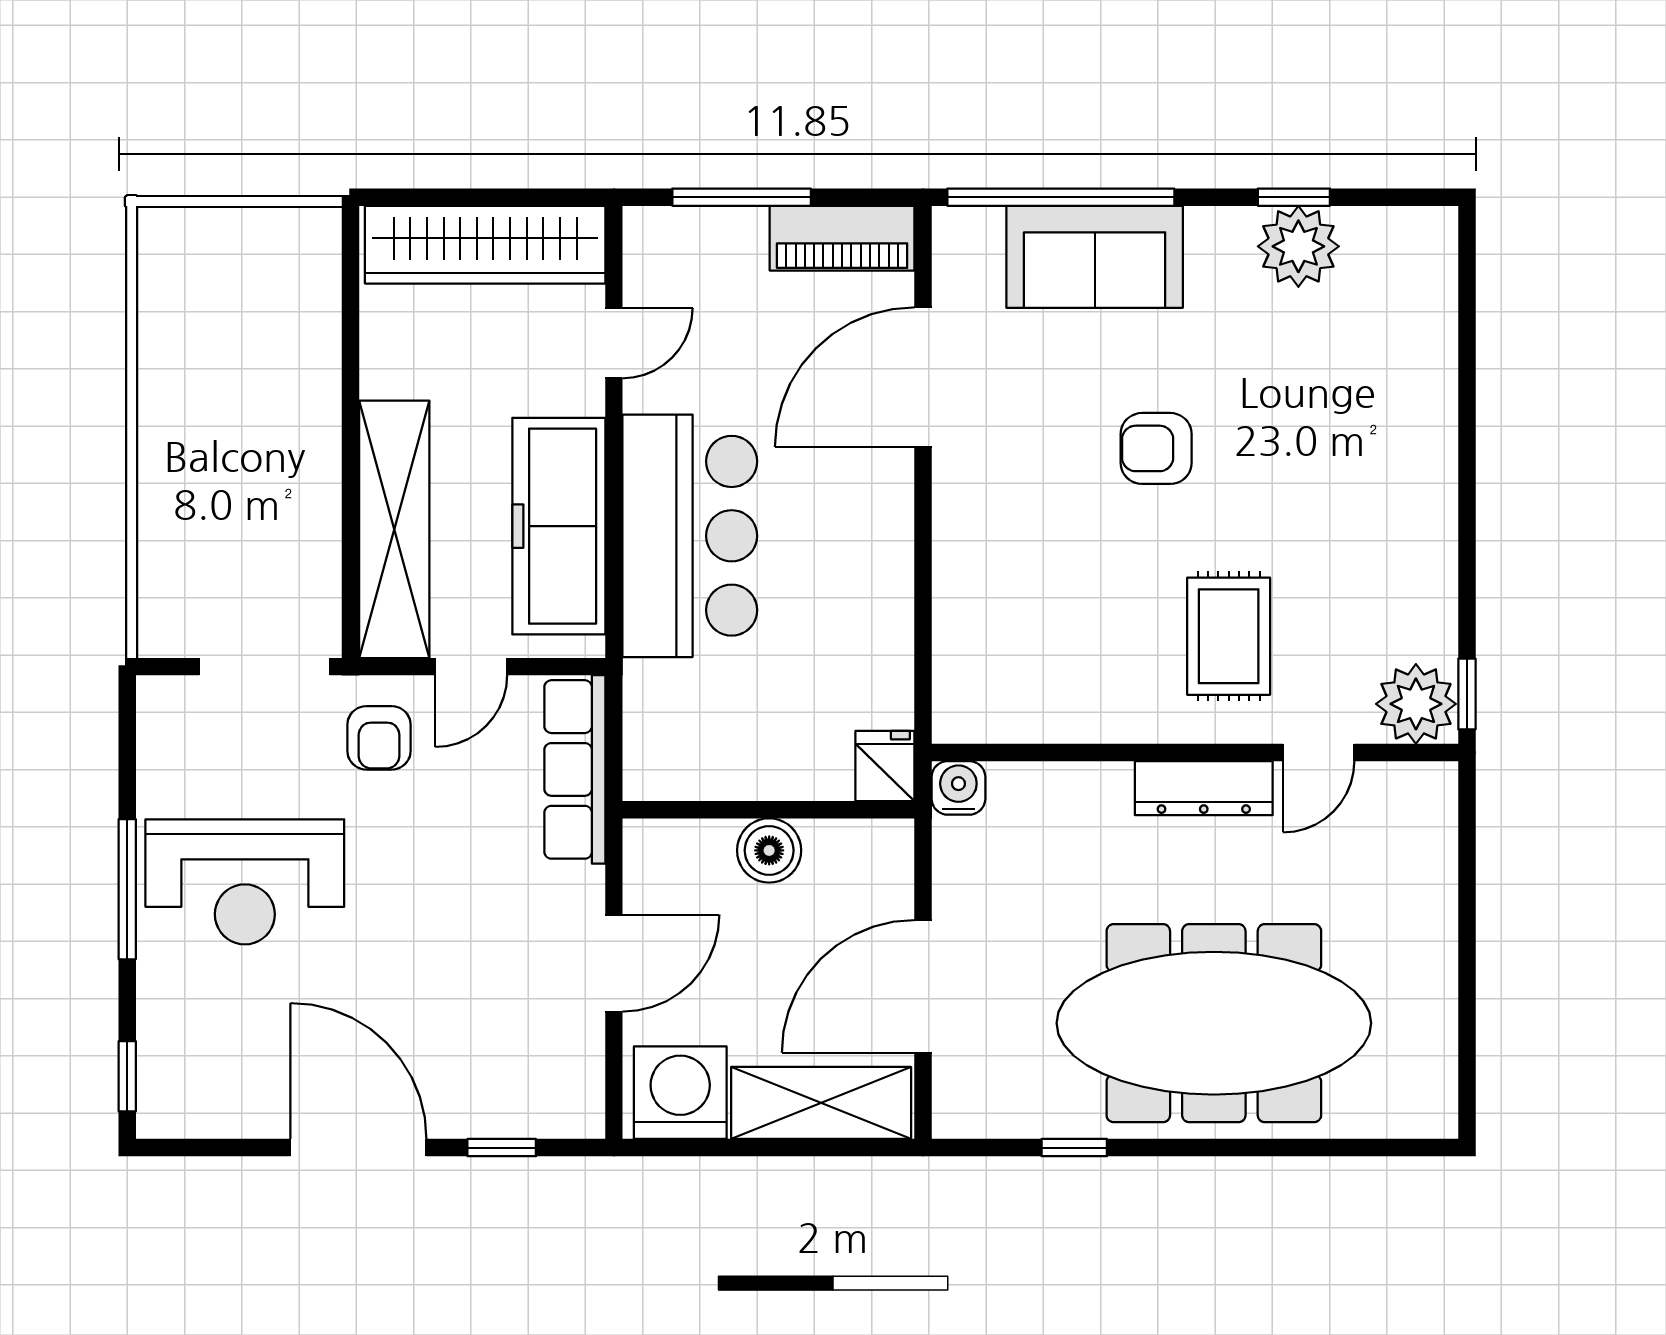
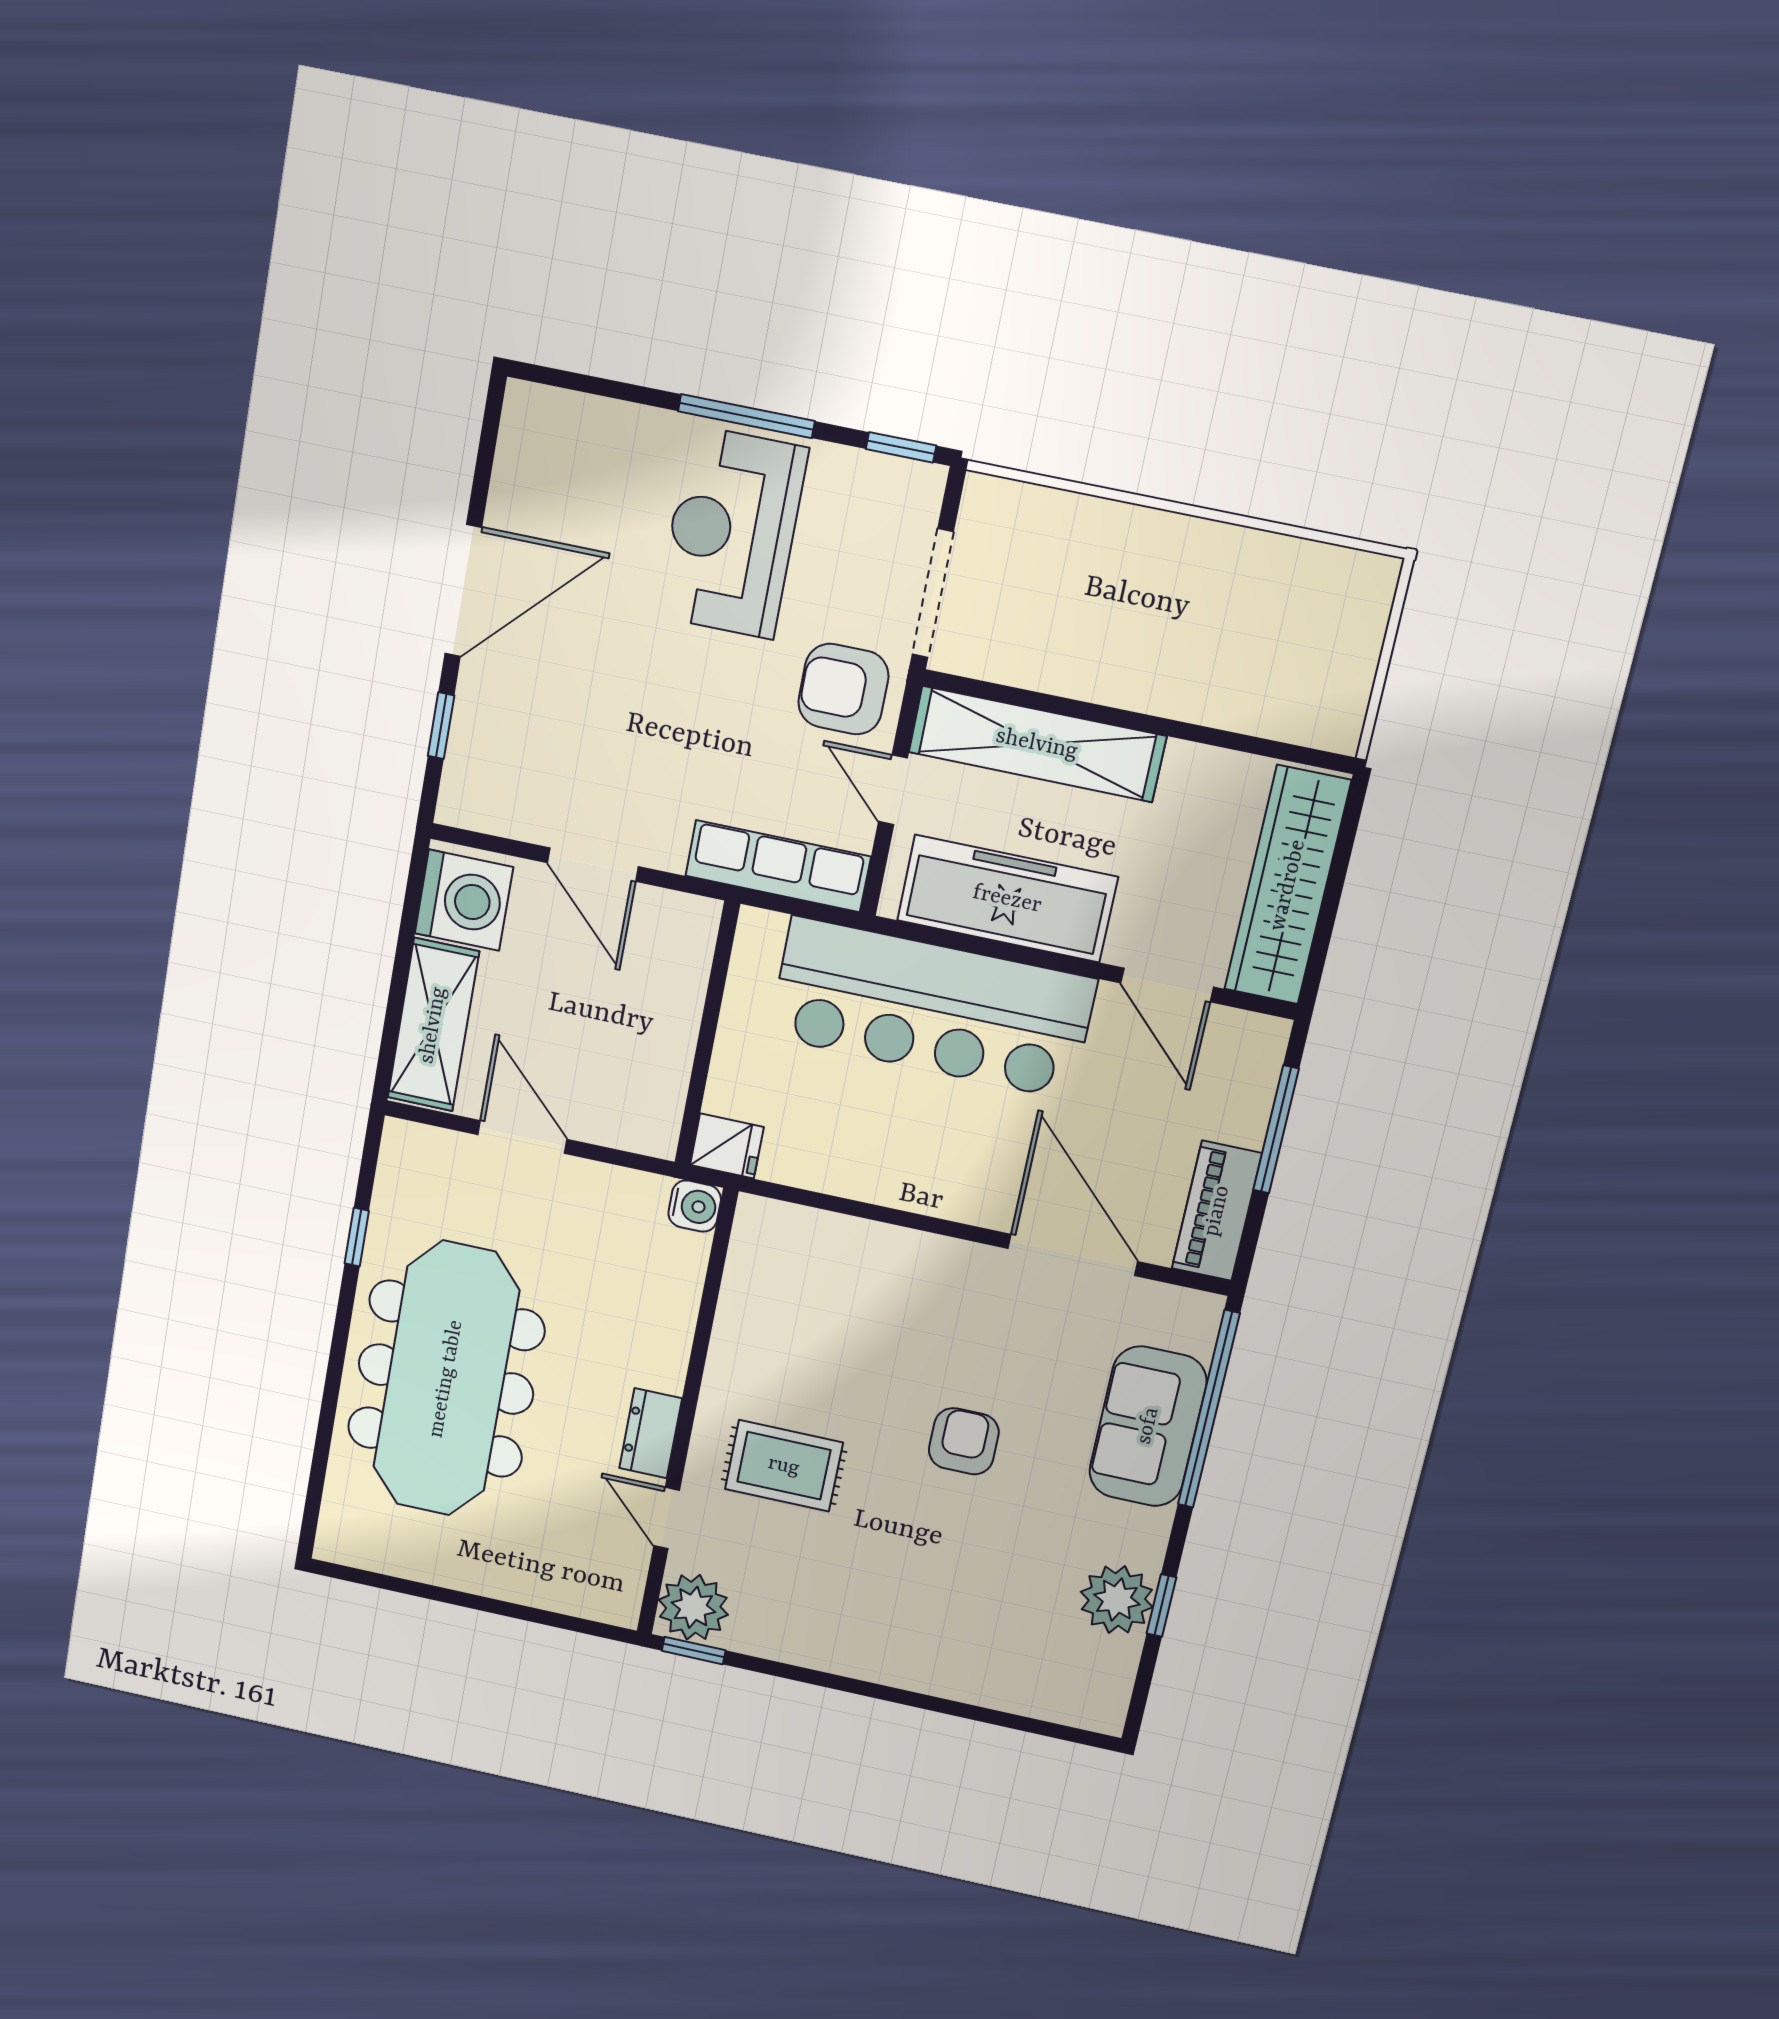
door: (614, 343) -> (1167, 985), width x1.38
bar counter: (690, 536) -> (932, 1008), width x1.36
armchair: (379, 738) -> (843, 689), width x1.38, depth x1.38
dresser: (1204, 788) -> (651, 1433), width x0.70
boiler: (769, 850) -> (670, 1027), removed
door: (923, 986) -> (522, 1137), width x0.73
window: (127, 1076) -> (901, 447), moved

